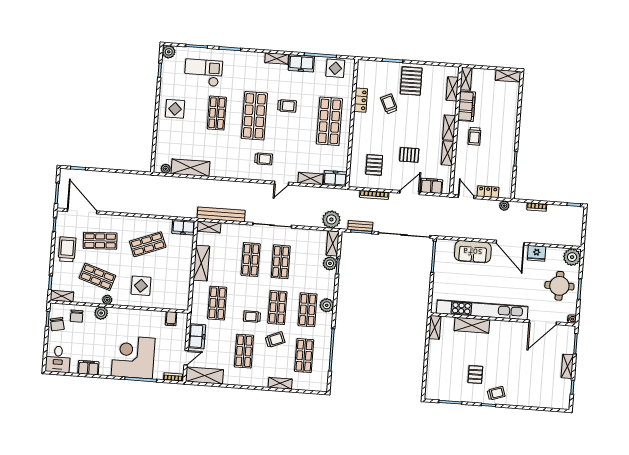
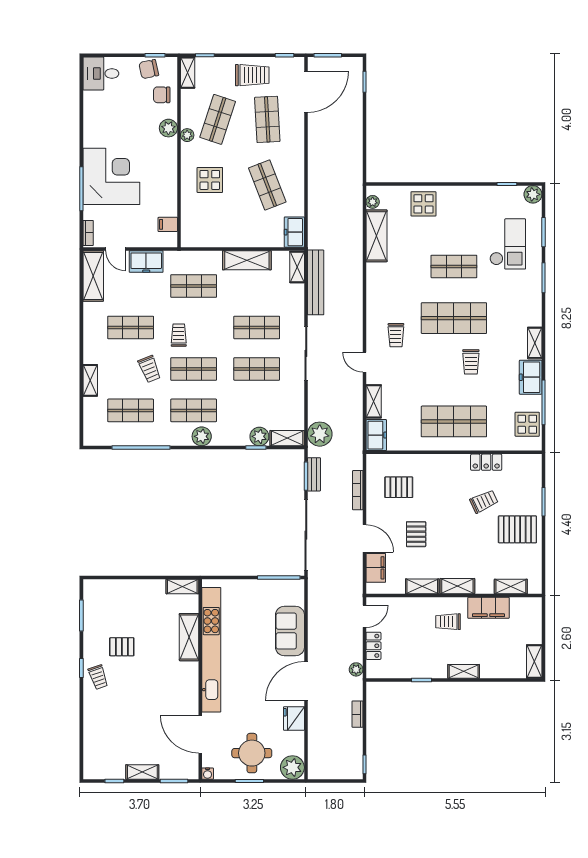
shelving: (466, 79) -> (464, 671), moved
display table: (175, 109) -> (423, 204), moved
filing cabinet: (88, 368) -> (92, 116), removed

